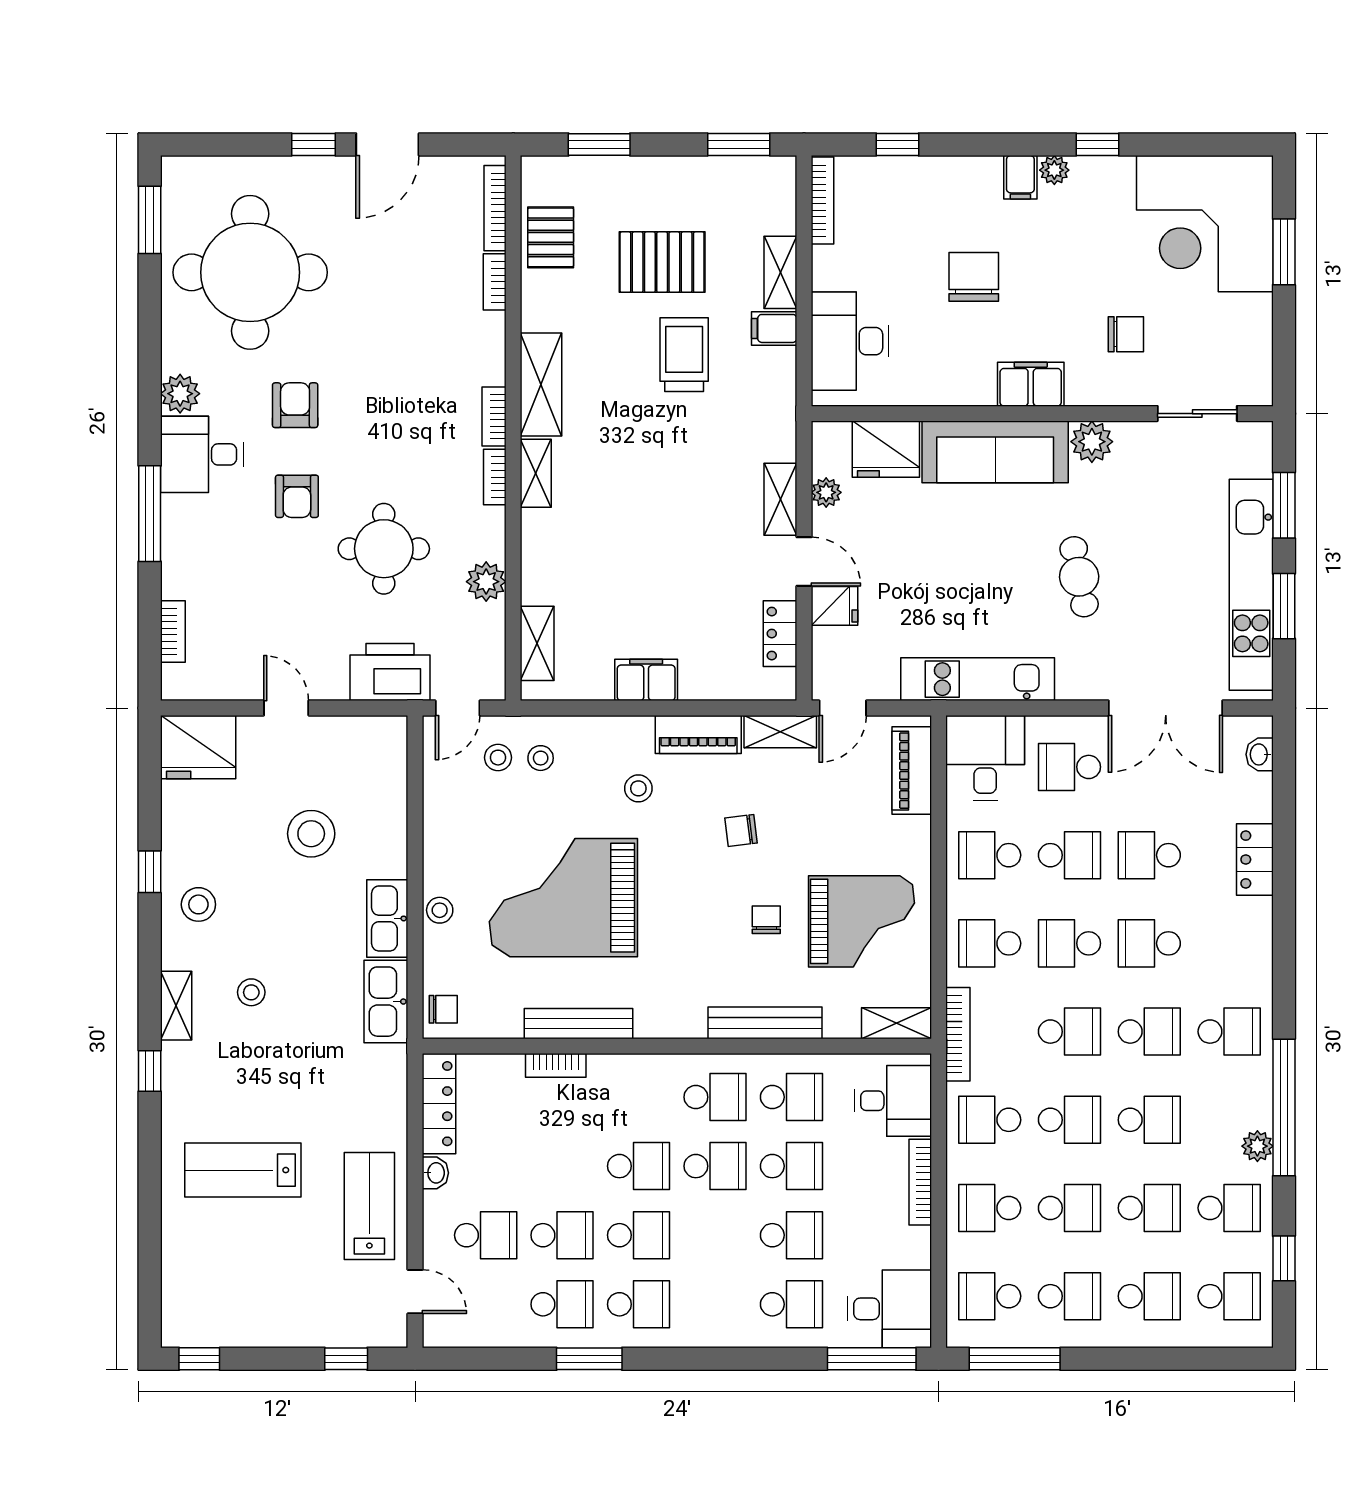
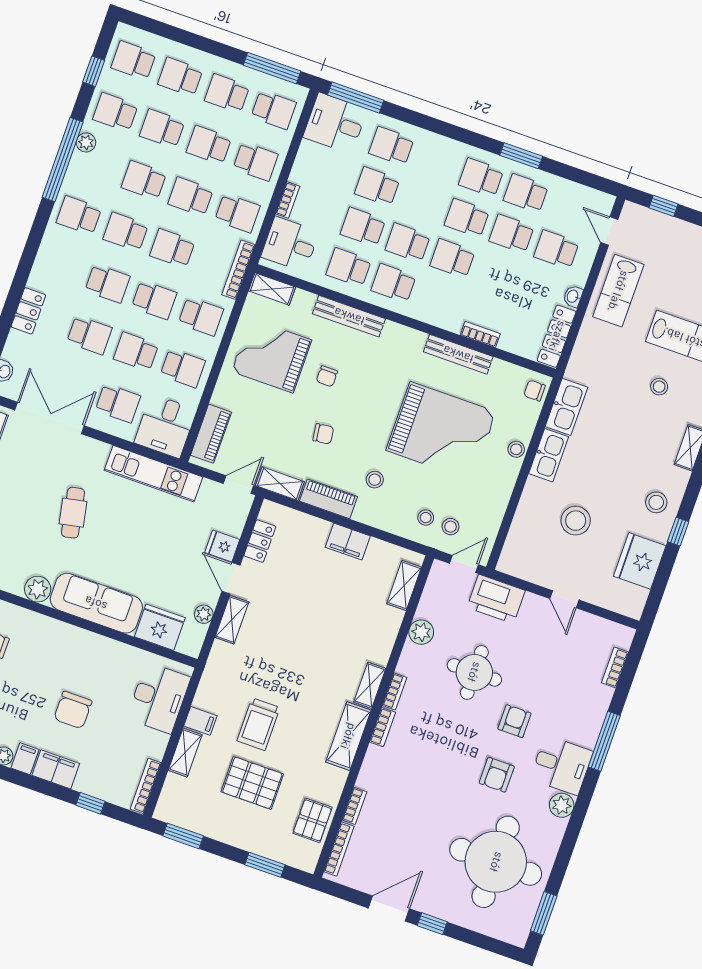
filing cabinet: (1031, 384) -> (56, 769), moved, turned 180
fridge: (198, 747) -> (640, 561), moved, turned -90
stool: (251, 992) -> (659, 387), moved
bookcase: (920, 1182) -> (288, 200), width x0.64

